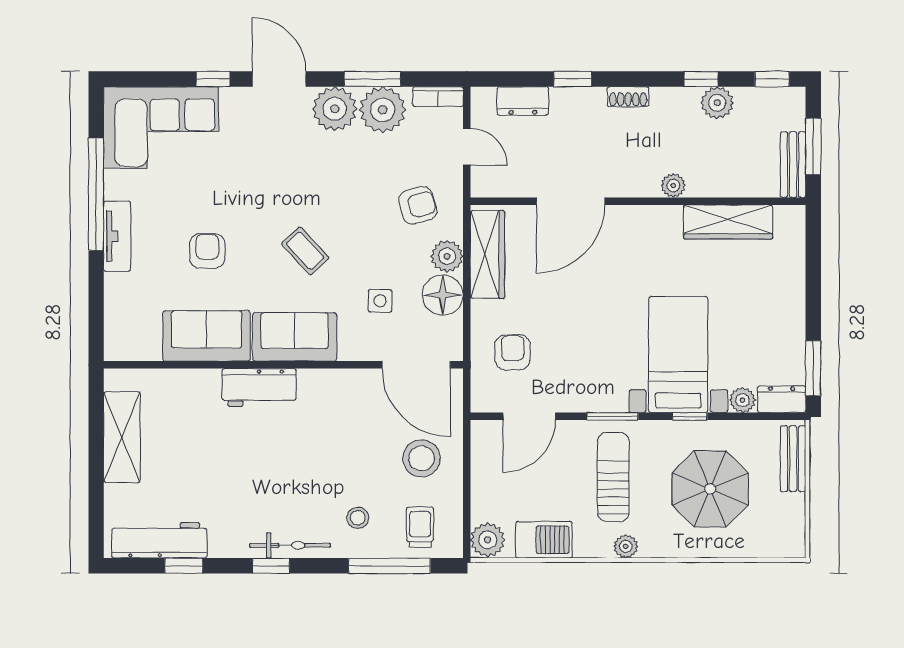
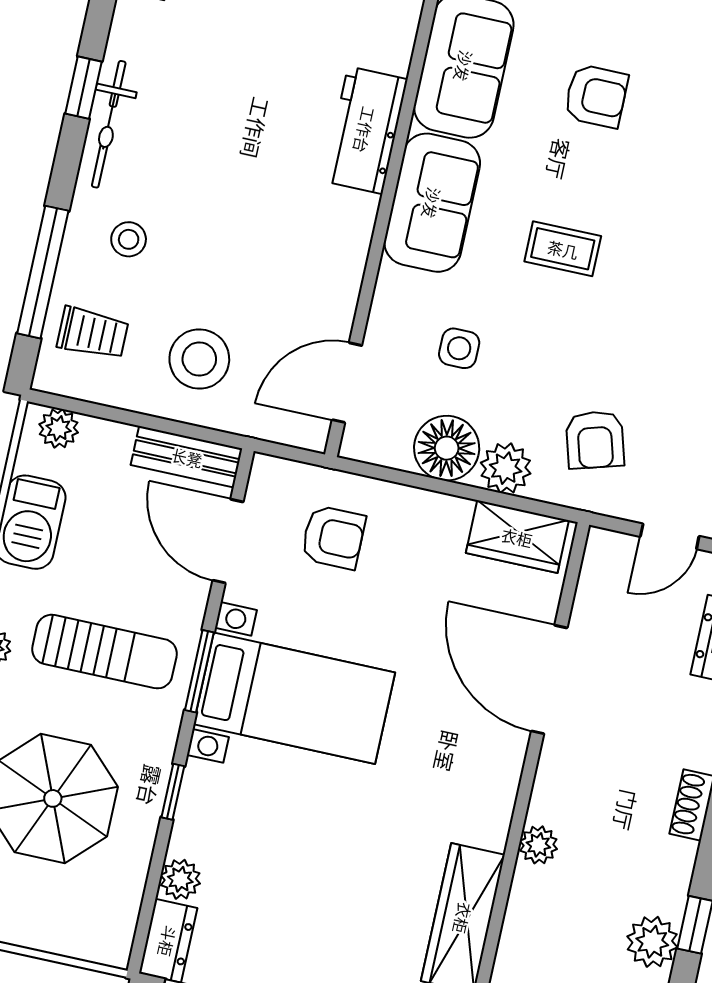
coffee table: (305, 251) -> (563, 249), turned 43
wardrobe: (487, 255) -> (517, 537), width x0.67
bed with nightstands: (678, 355) -> (294, 698), moved
door: (416, 365) -> (347, 383), width x0.73
bench: (793, 459) -> (187, 457), moved
plant: (488, 540) -> (59, 428), width x0.73, depth x0.73

